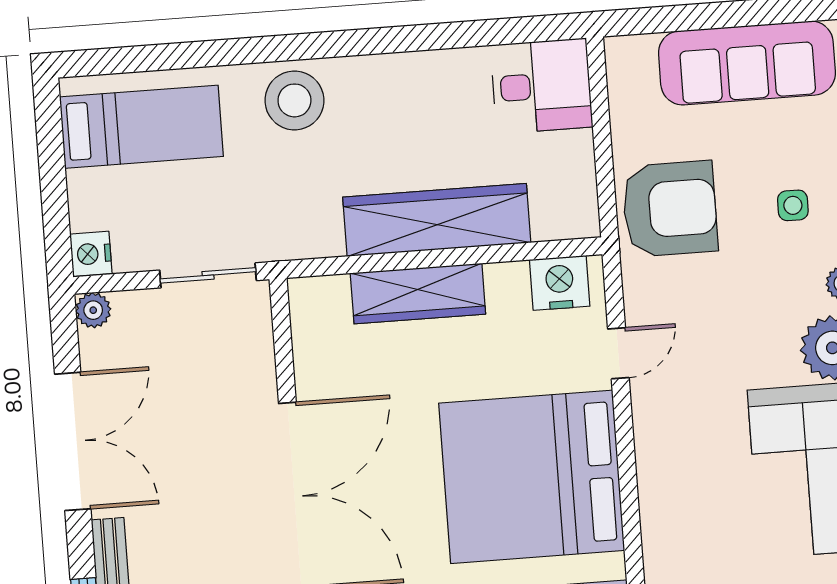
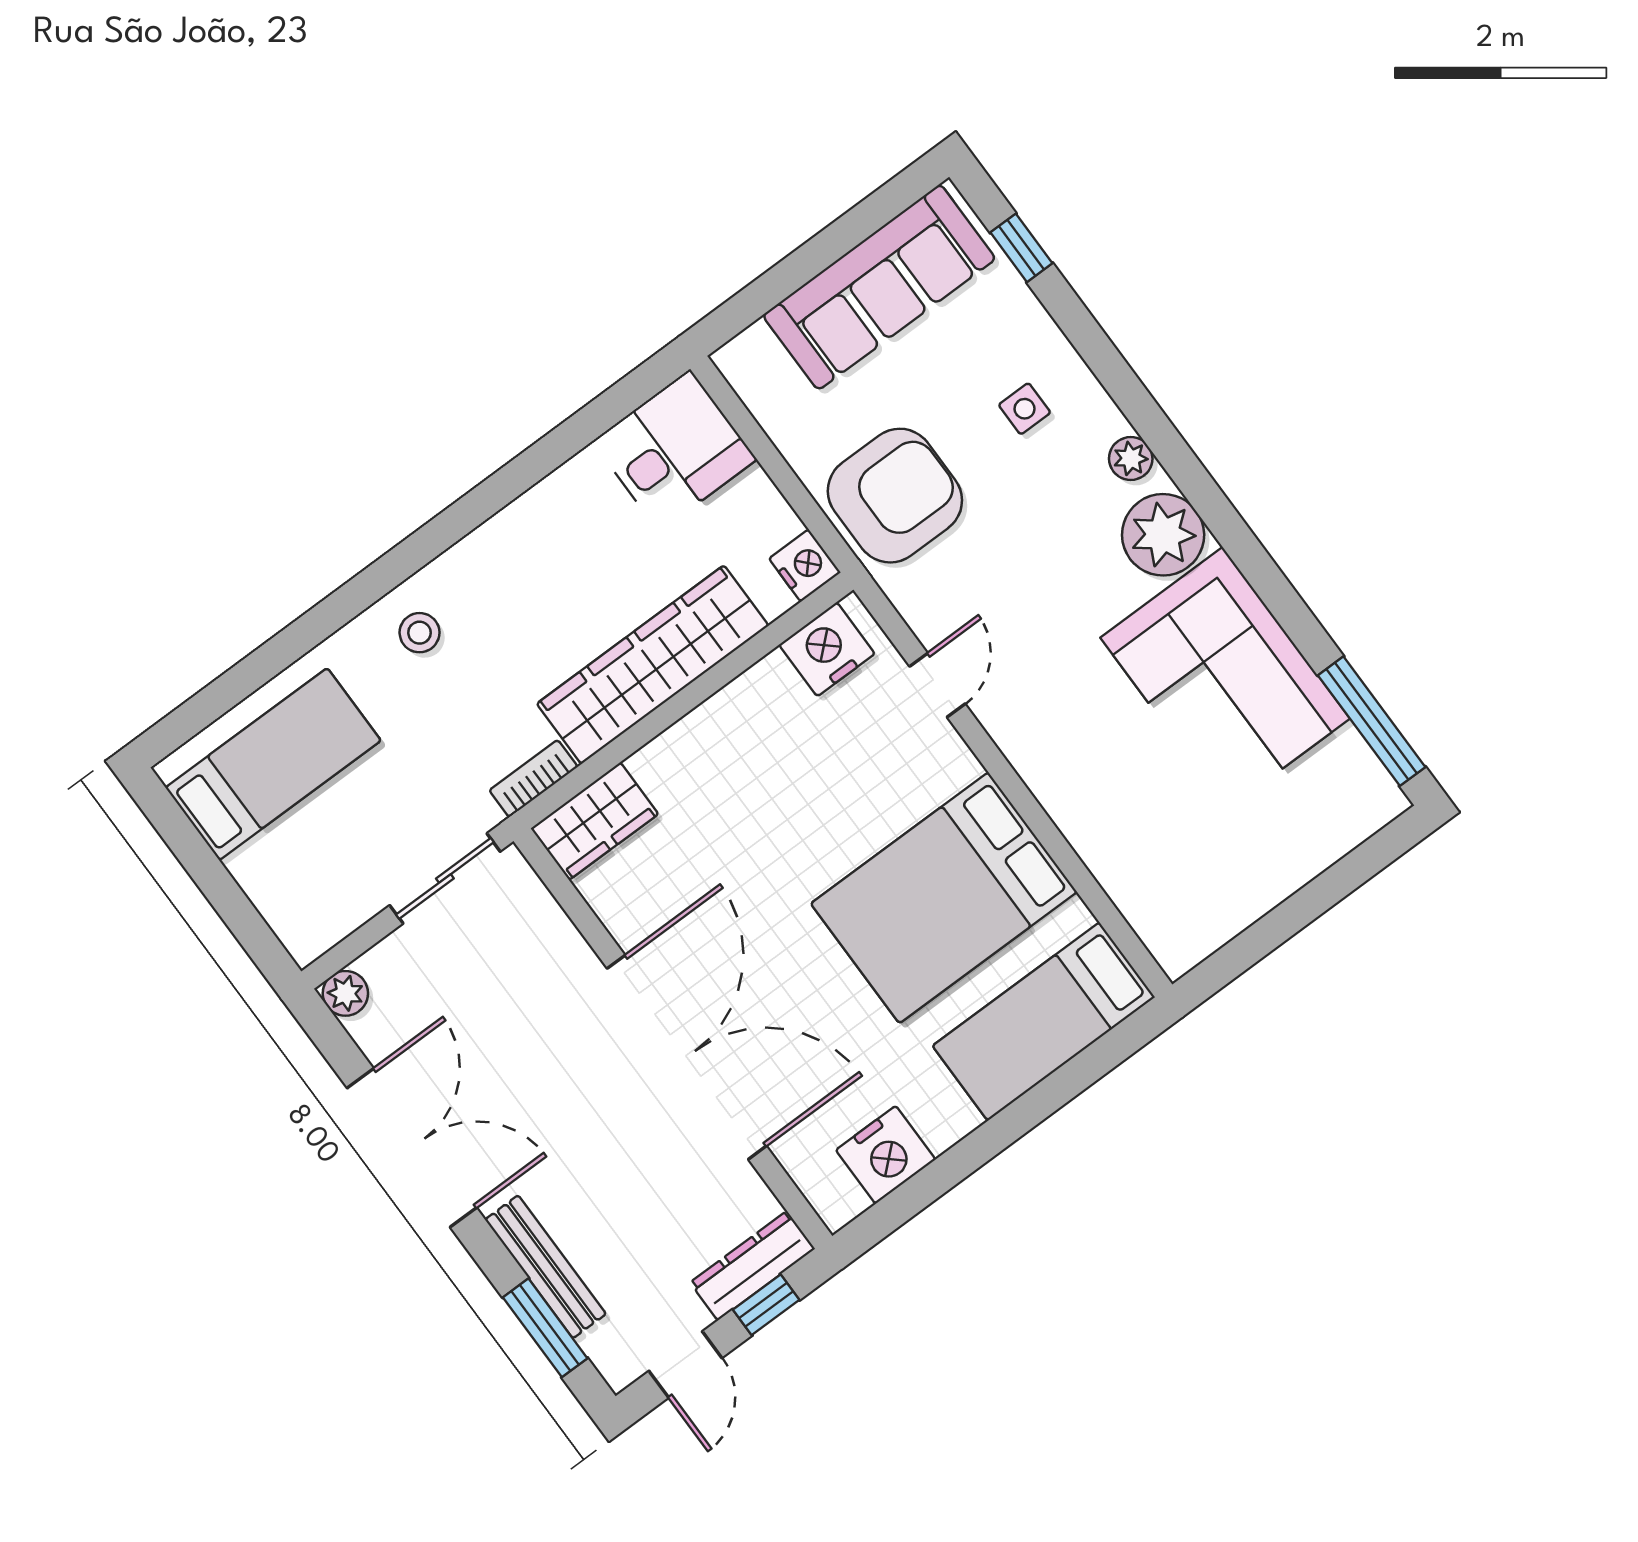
stool: (294, 100) -> (420, 633), width x0.53, depth x0.53
bookcase: (309, 246) -> (533, 779), added
nightstand: (91, 254) -> (805, 565), moved, turned 180
wardrobe: (418, 294) -> (595, 821), moved, width x0.67
bed: (532, 477) -> (944, 898), width x0.73

